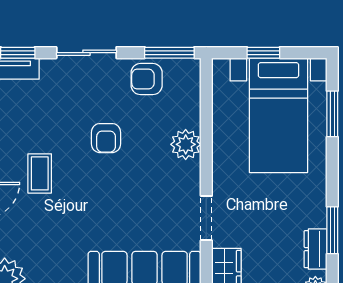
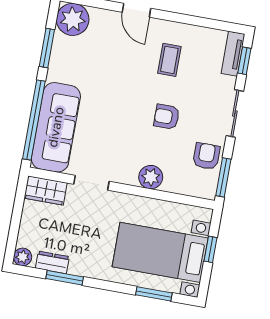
coffee table: (40, 173) -> (169, 60), moved, turned 90

